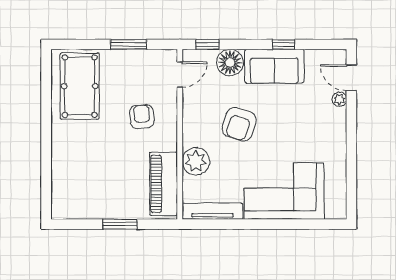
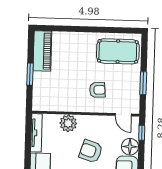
piano: (164, 184) -> (42, 51), moved, turned 90

